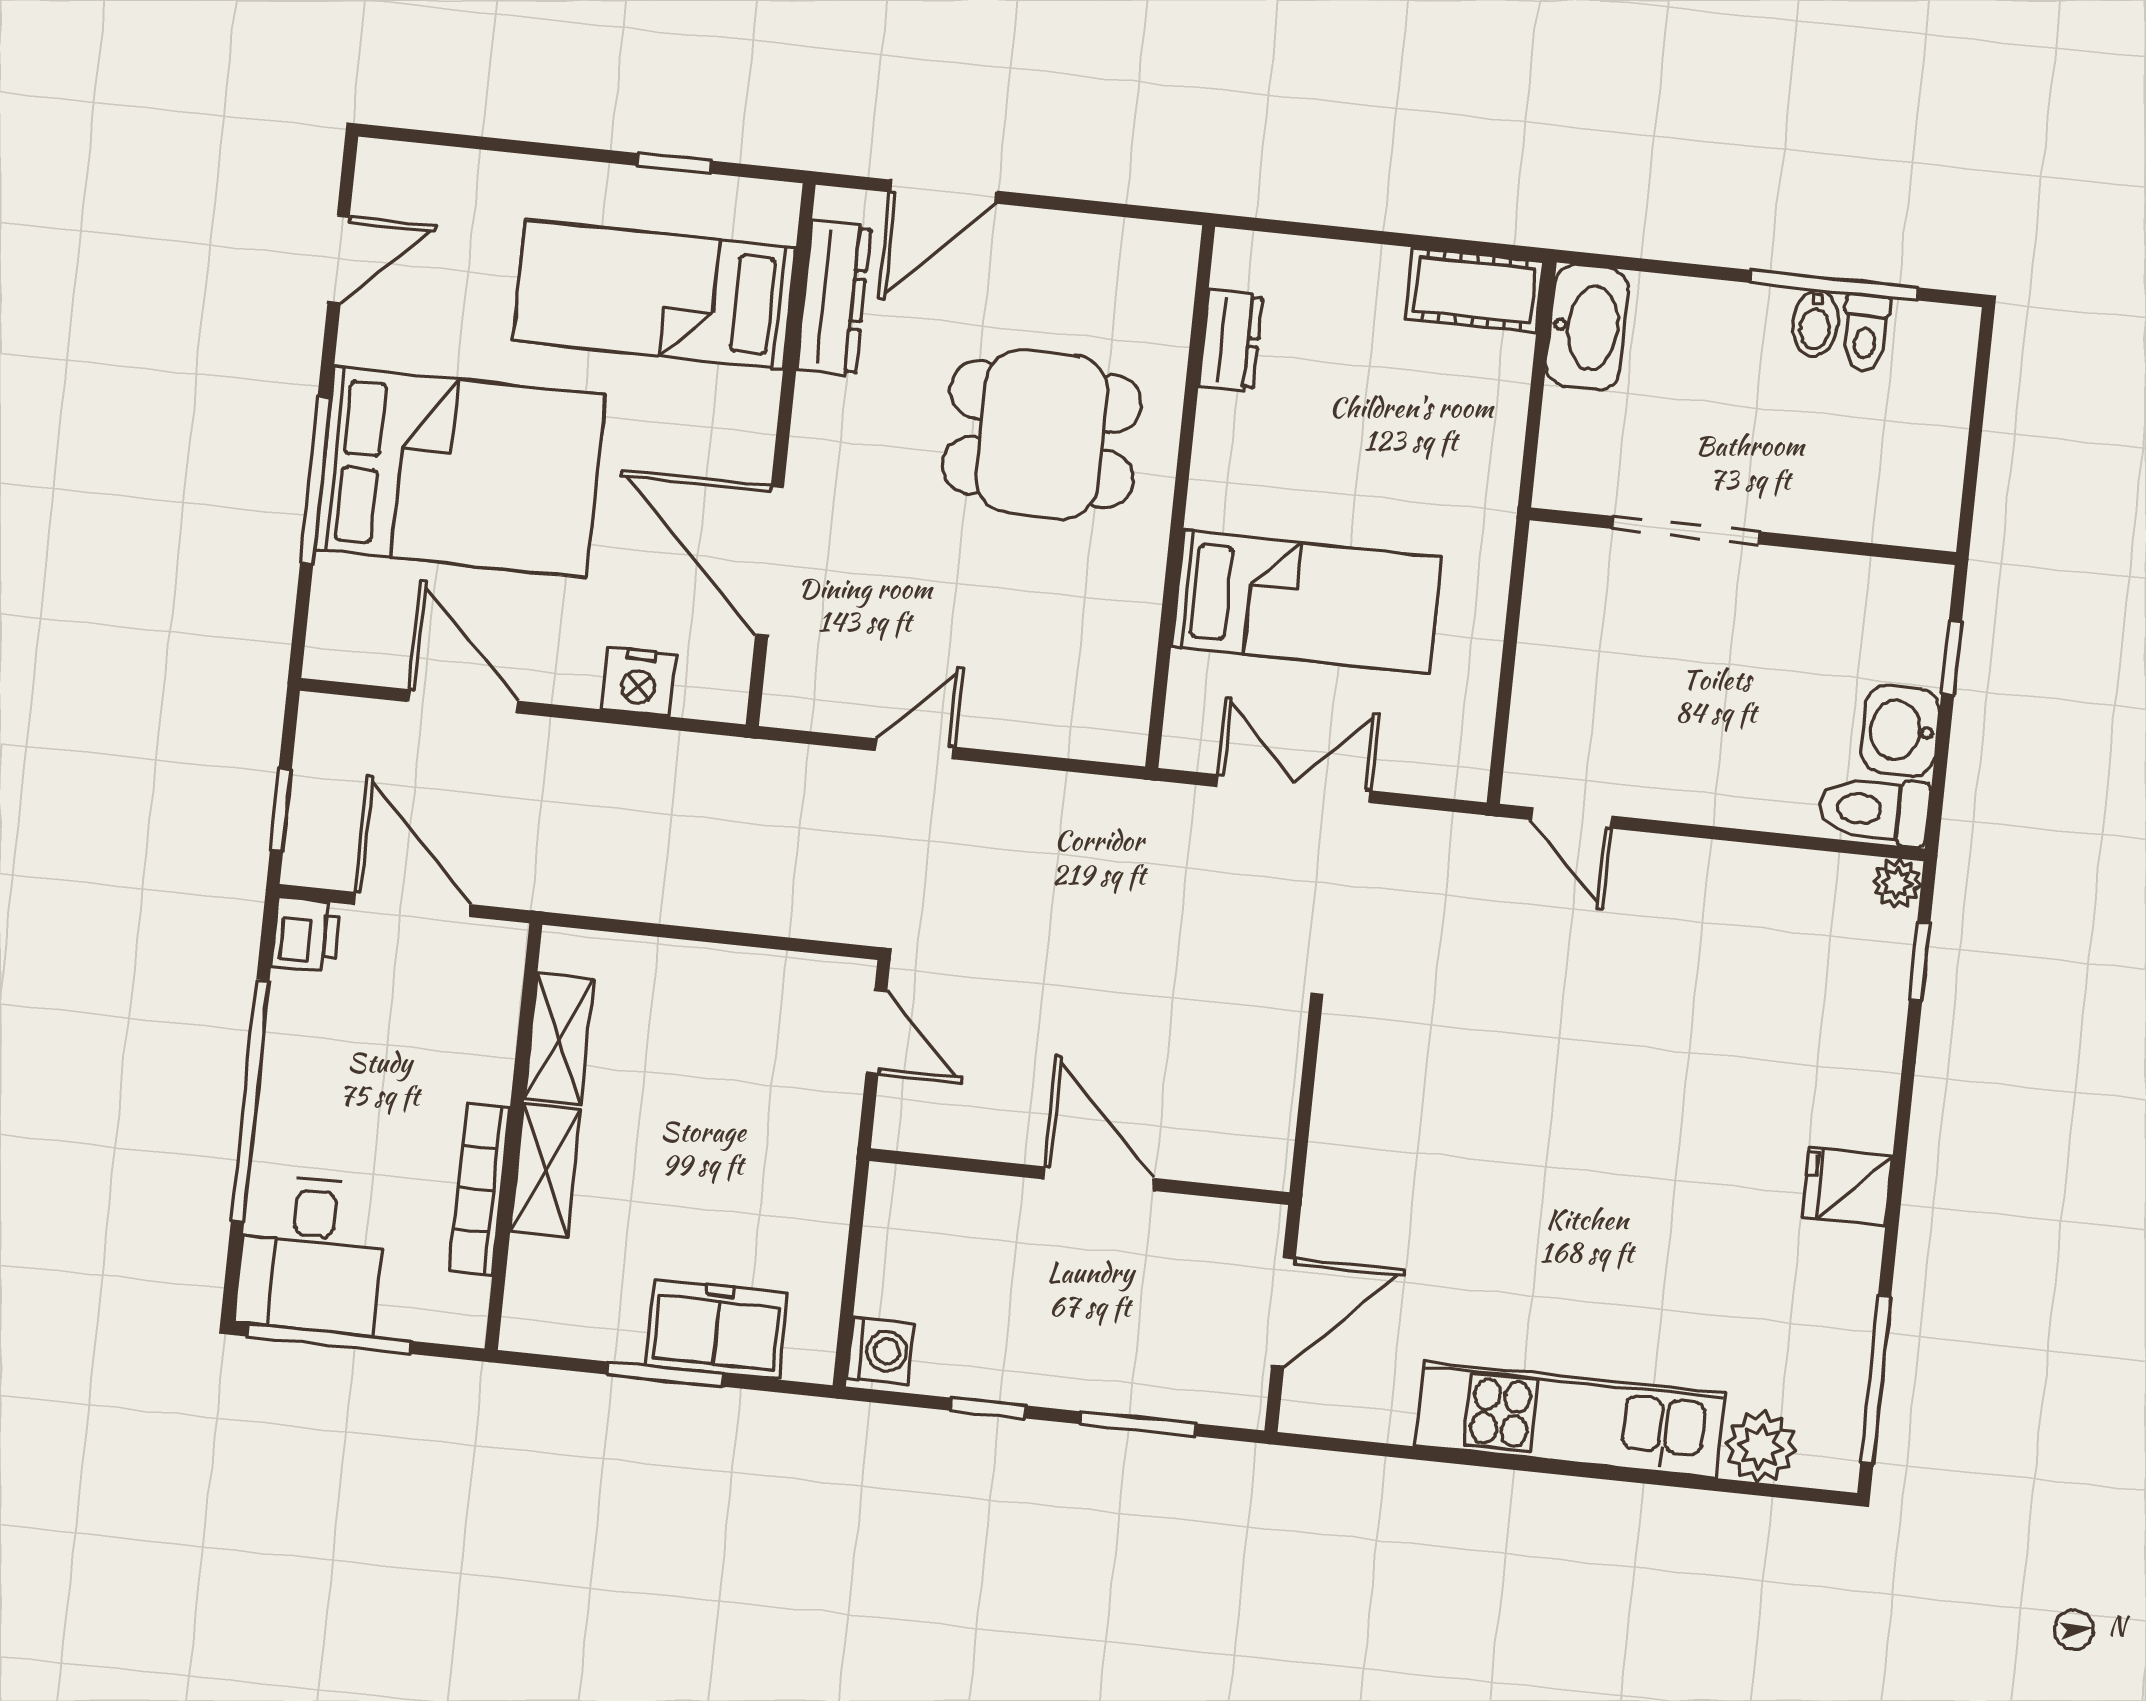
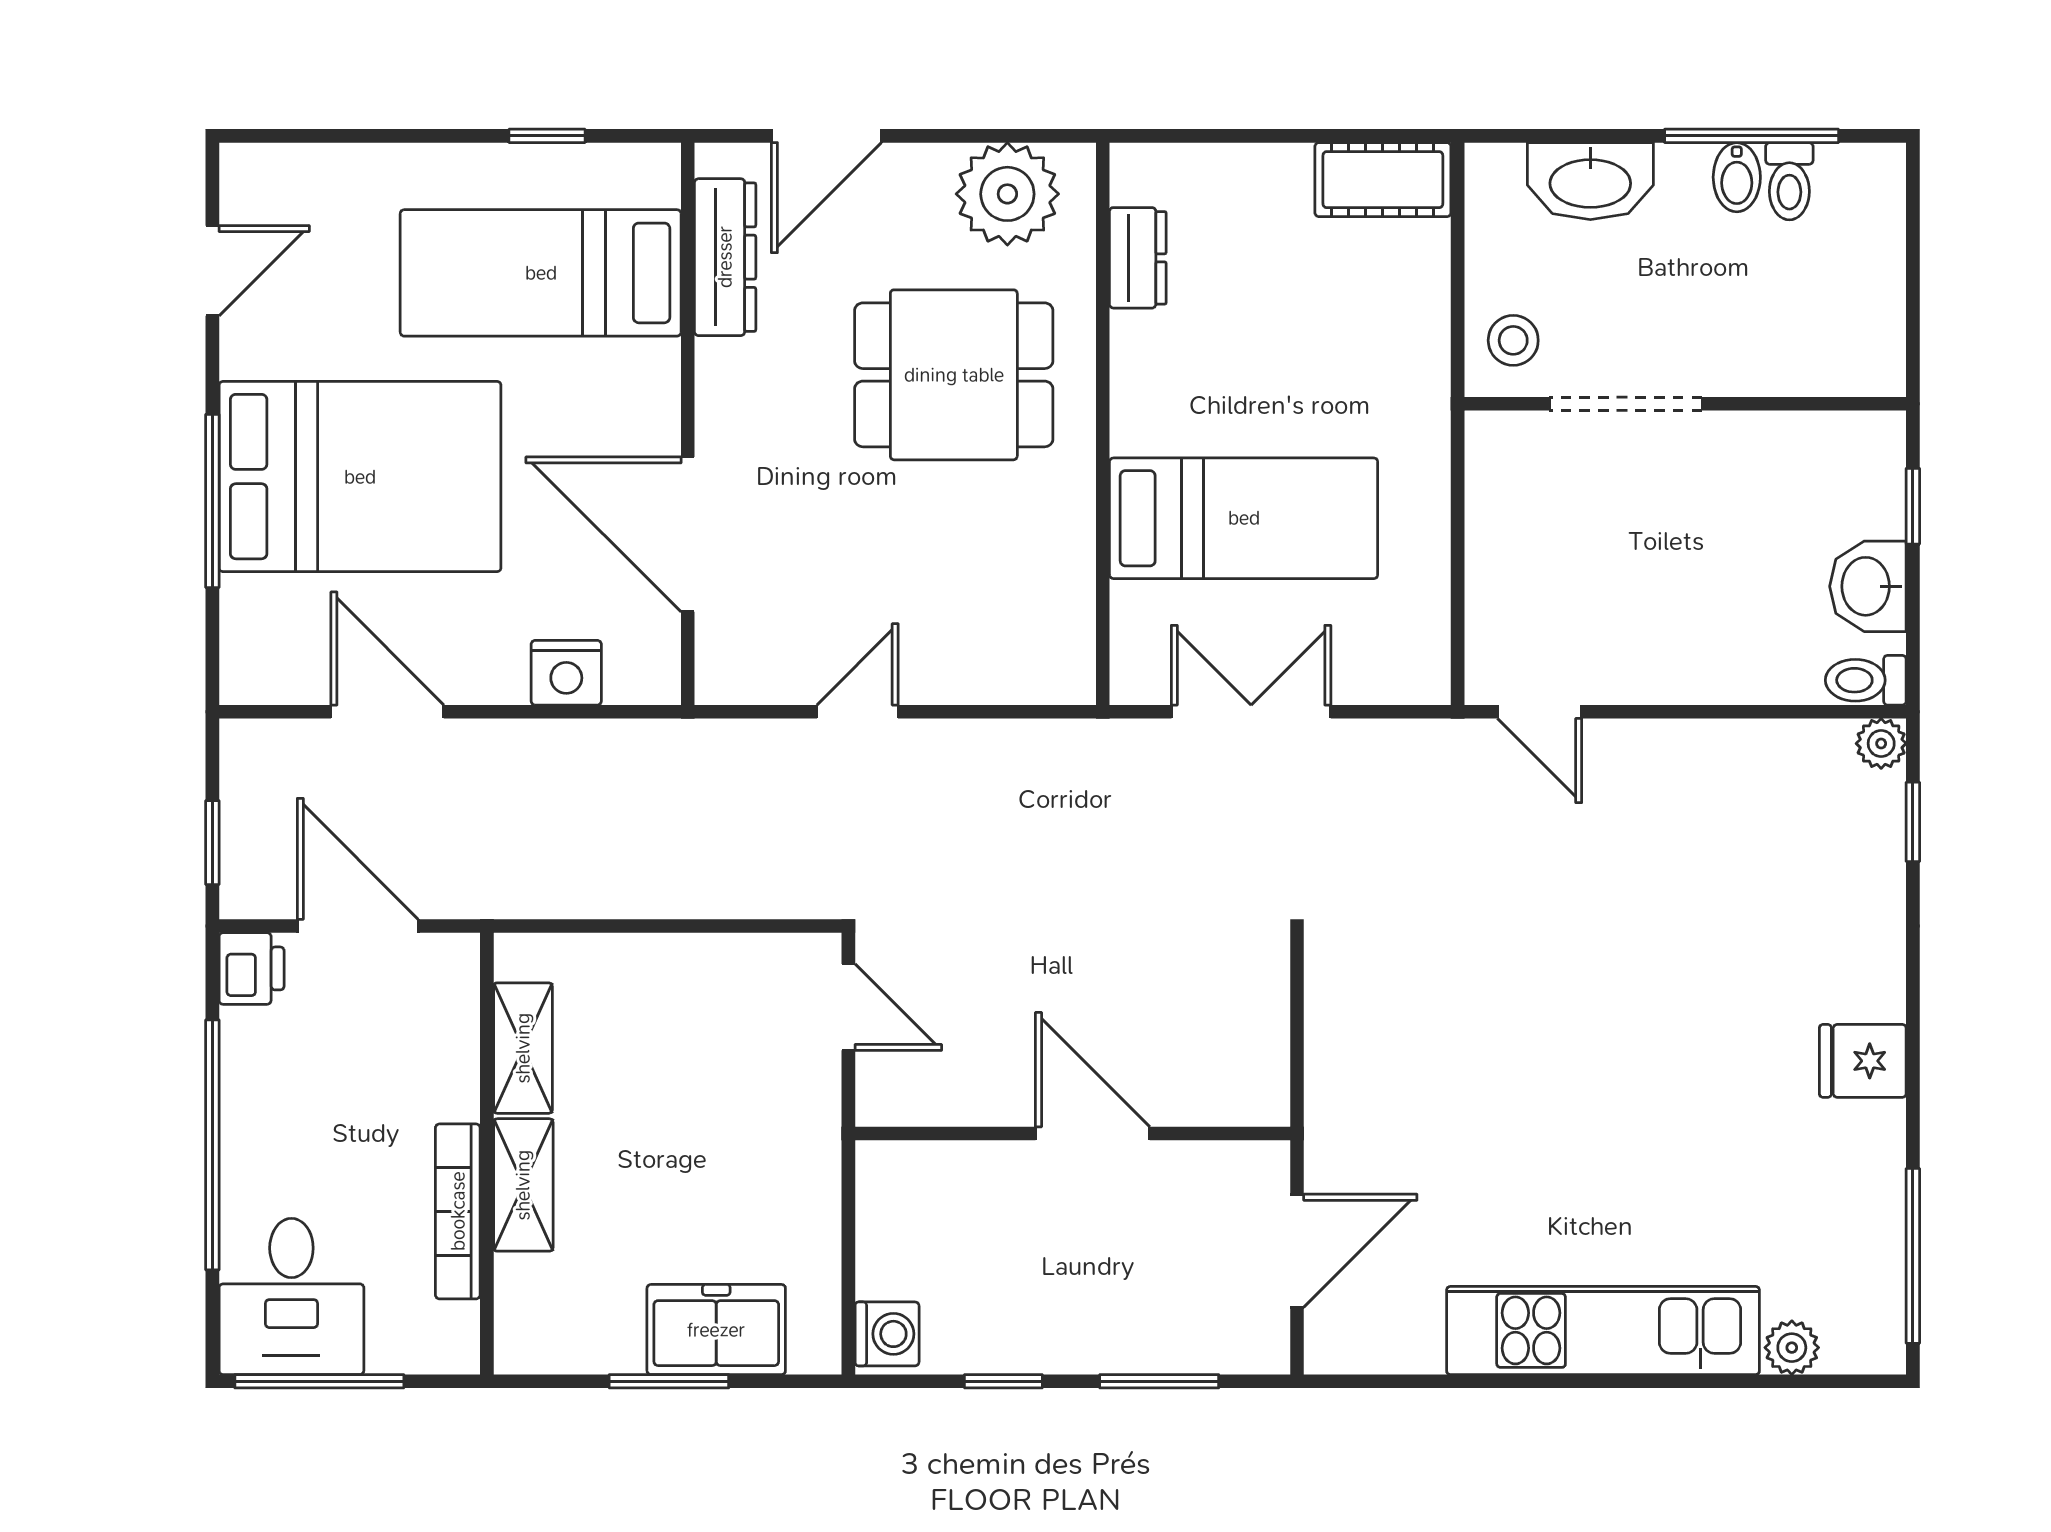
plant: (1112, 266) -> (1007, 194), added
washbasin: (1587, 327) -> (1590, 181), moved, turned 90
stool: (1584, 458) -> (1513, 340), added
toilet: (1874, 810) -> (1866, 680), width x0.73, depth x0.72
plant: (1761, 1447) -> (1792, 1348), width x0.73, depth x0.73

